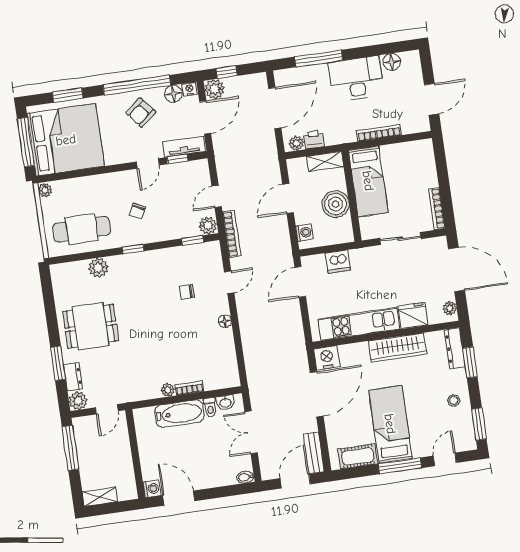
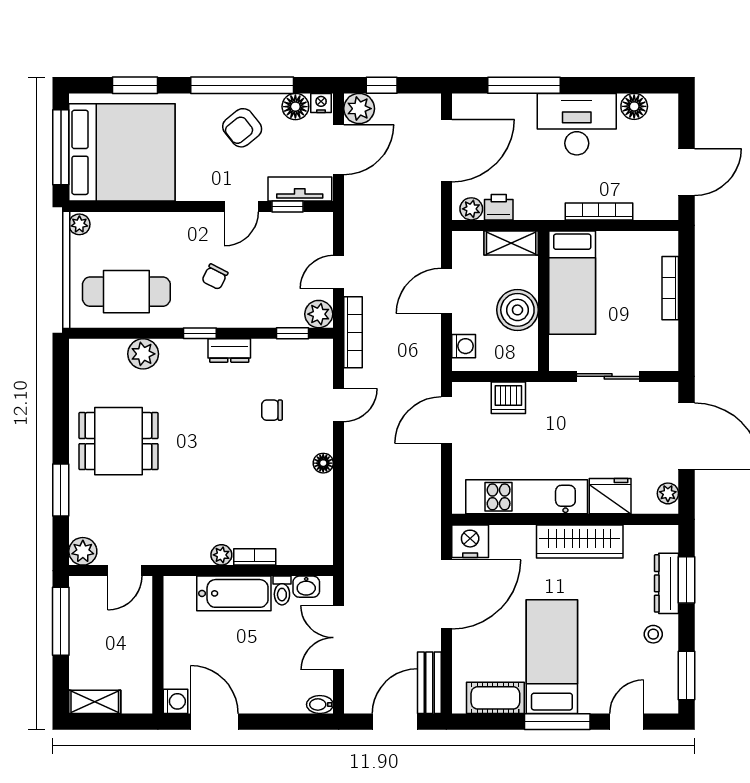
bookcase: (437, 209) -> (670, 288), moved
dresser: (455, 348) -> (666, 583), moved
dresser: (73, 377) -> (229, 351), moved, turned 90

